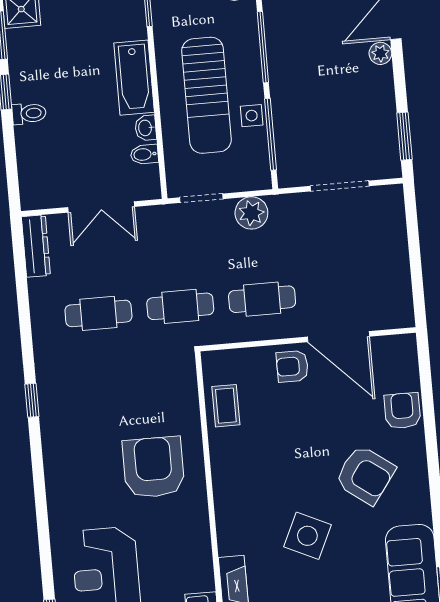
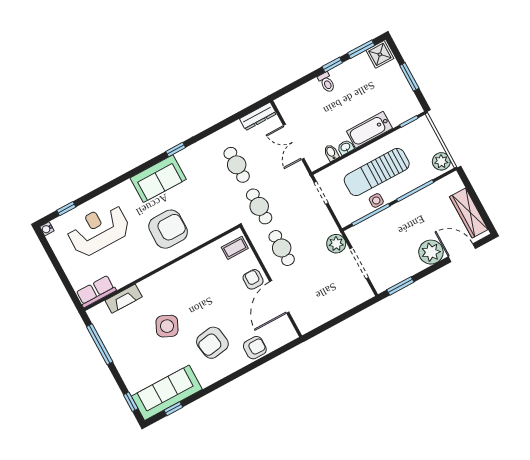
plant: (380, 53) -> (431, 252), width x1.88, depth x1.88
plant: (251, 213) -> (336, 244), moved
coffee table: (226, 406) -> (235, 248), moved
sofa: (66, 448) -> (158, 179), added
armchair: (365, 475) -> (212, 343), turned 45

